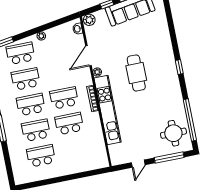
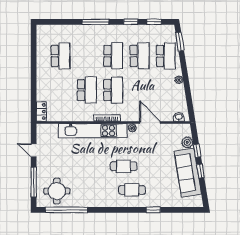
plant: (89, 20) -> (187, 142), moved
cafe table: (158, 60) -> (132, 190), added
window: (179, 67) -> (153, 210), moved
cafe table: (136, 73) -> (124, 166), width x0.73, depth x0.74
school desk: (36, 130) -> (87, 56), removed
locker: (99, 164) -> (41, 112), added

